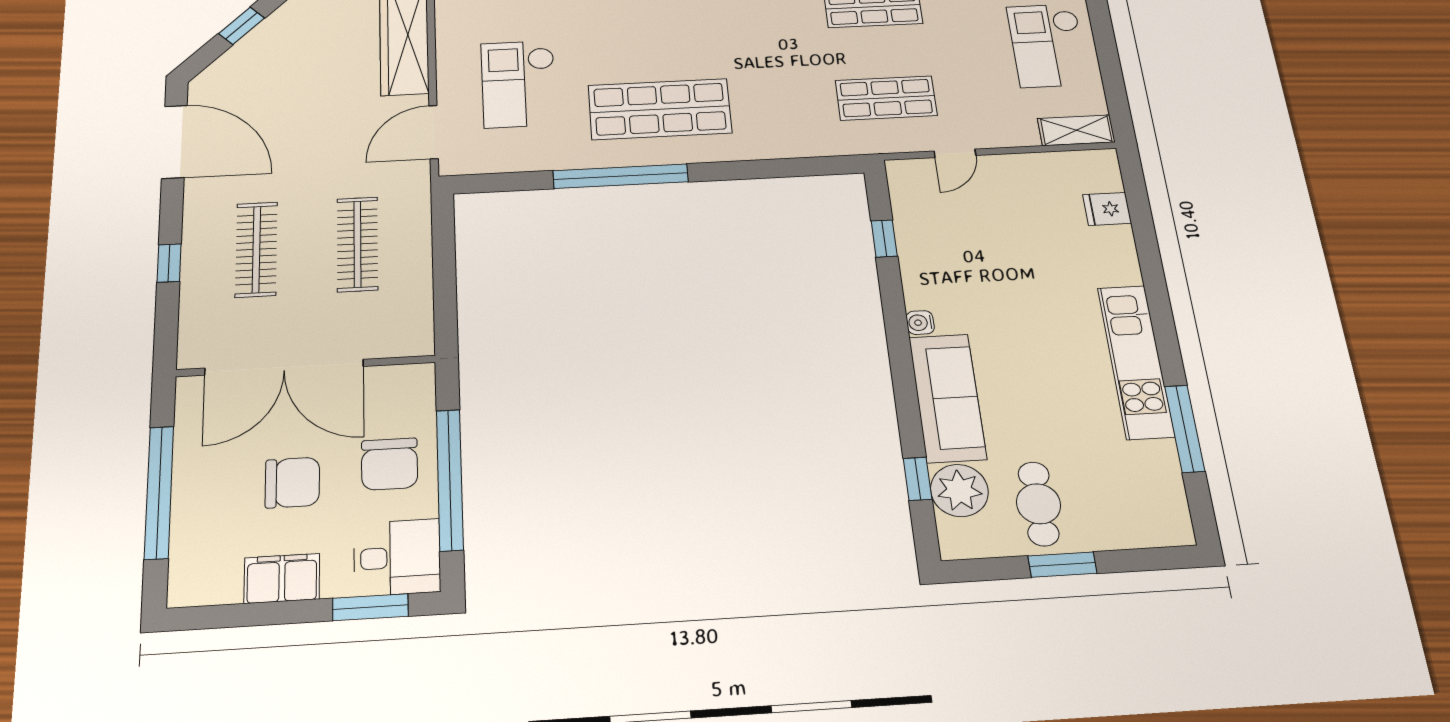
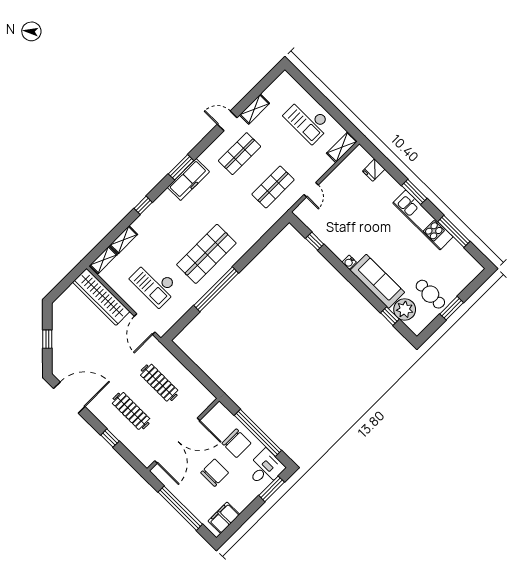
window: (1159, 302) -> (414, 192), added
filing cabinet: (282, 578) -> (224, 518), moved

